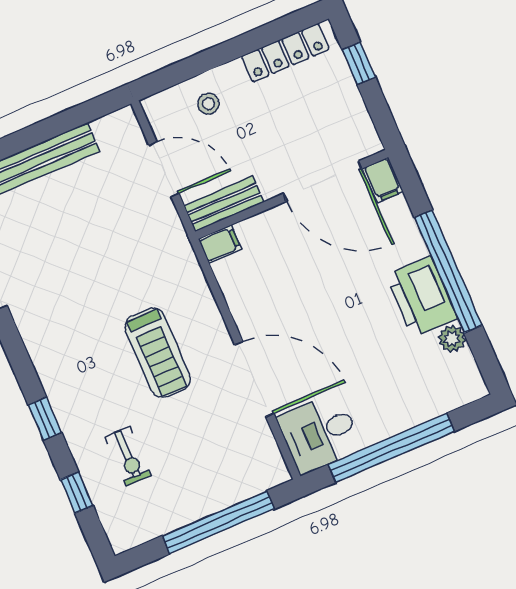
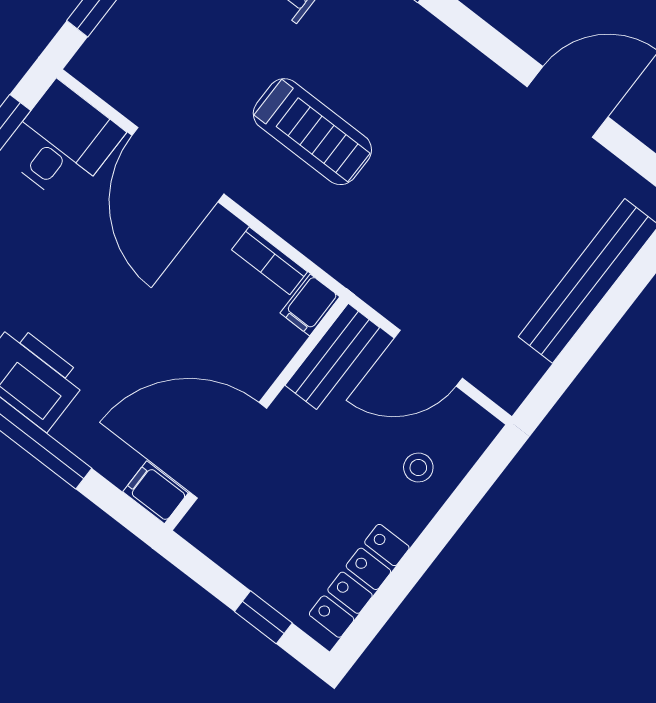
bookcase: (230, 286) -> (269, 261), added
treadmill: (158, 353) -> (312, 132), turned 180
door: (254, 379) -> (178, 165), hinge flipped

